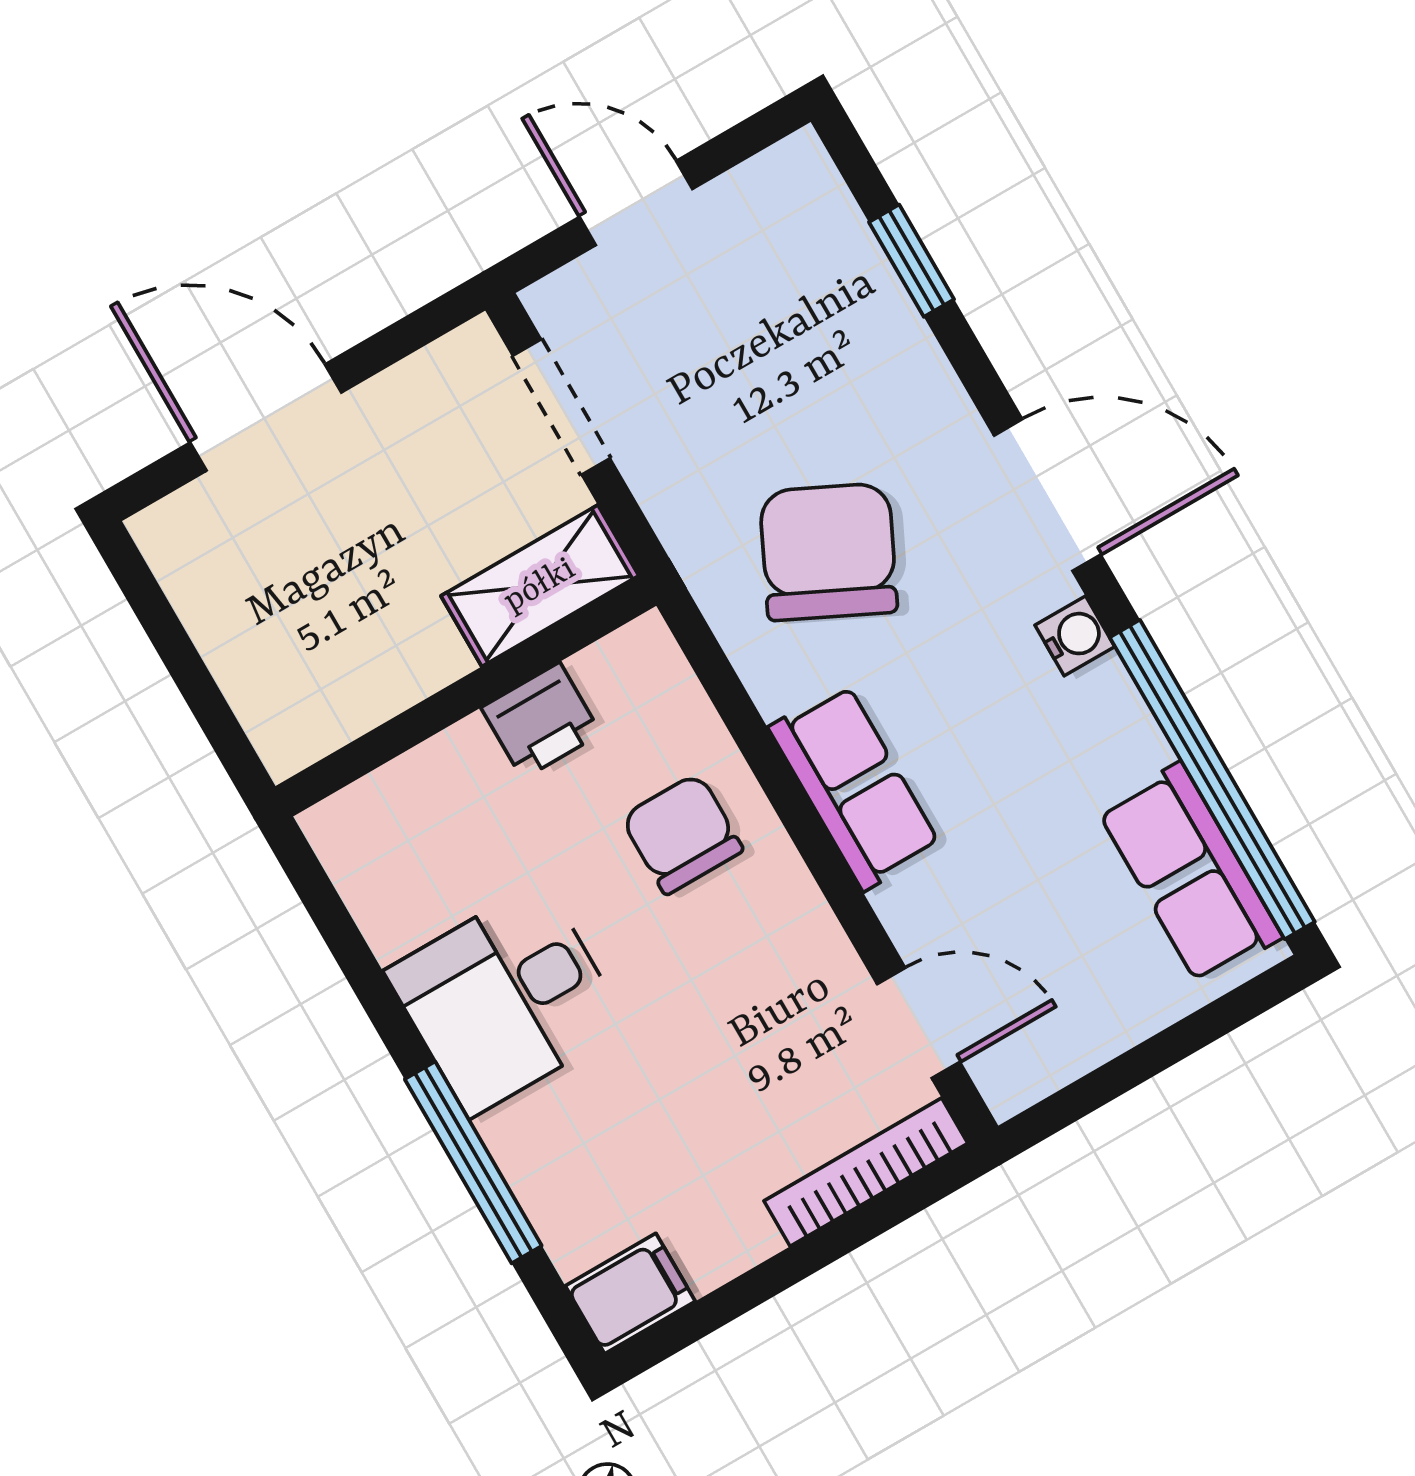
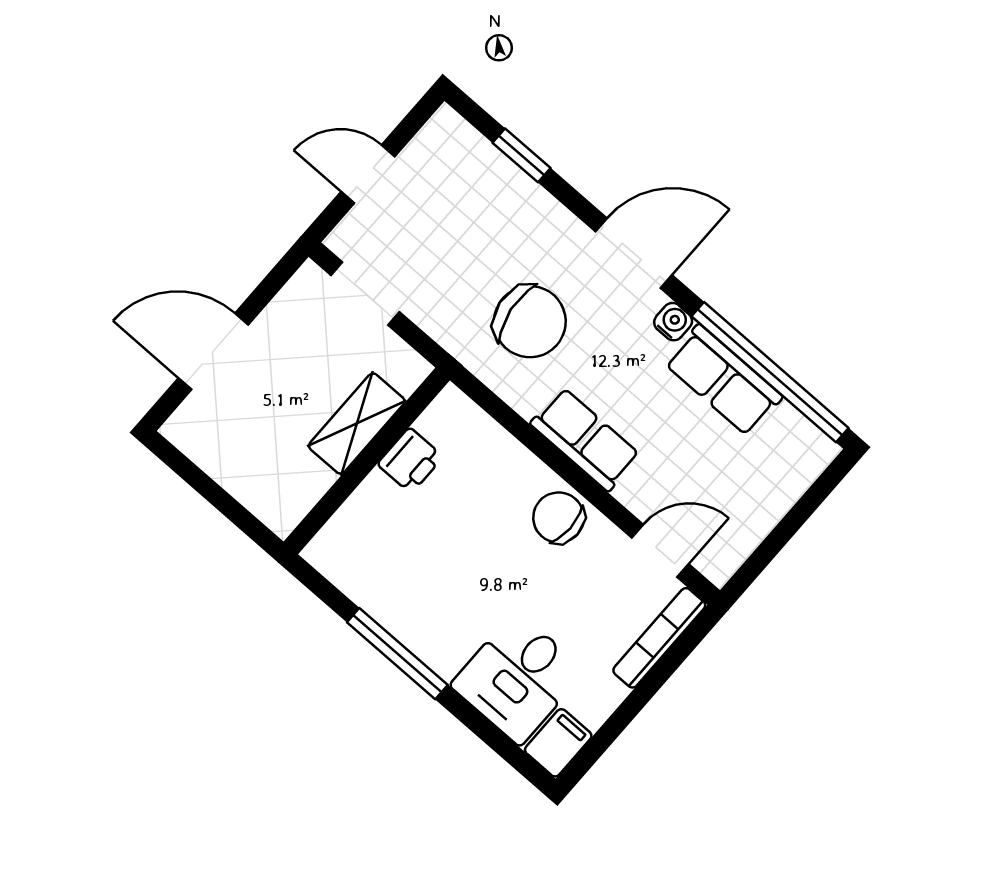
chair: (828, 552) -> (530, 322), turned 146
shelving: (540, 586) -> (357, 424), moved
chair: (682, 834) -> (559, 518), moved
row of seats: (1190, 873) -> (723, 380), moved
desk: (506, 999) -> (518, 678), moved
window: (473, 1162) -> (397, 654), moved

